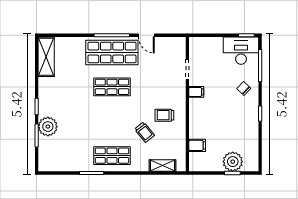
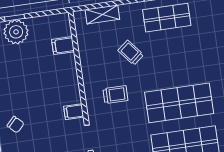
shop shelf: (112, 87) -> (179, 103), width x1.43, depth x1.36
trolley: (164, 115) -> (115, 95), moved

